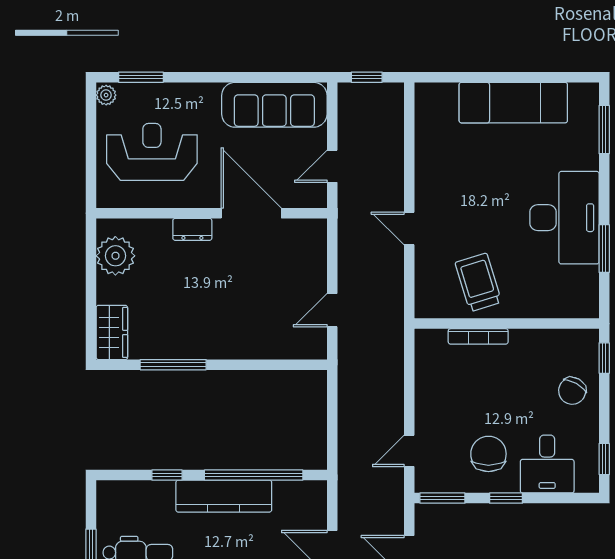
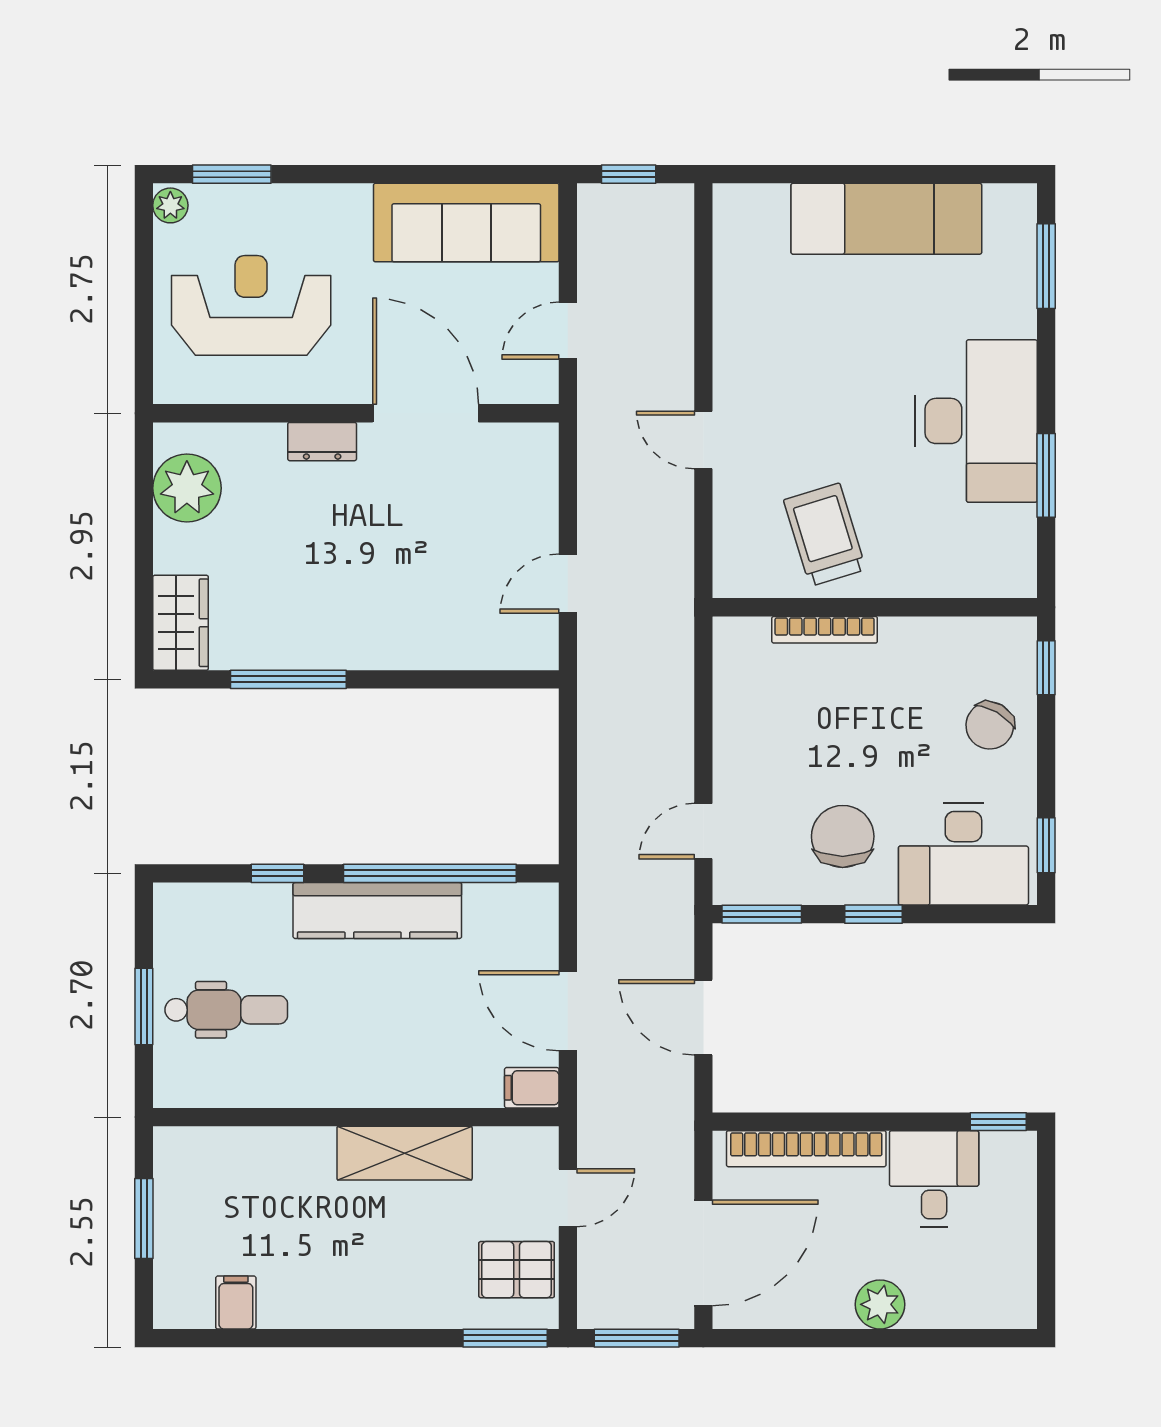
desk: (547, 464) -> (963, 854), width x1.37

